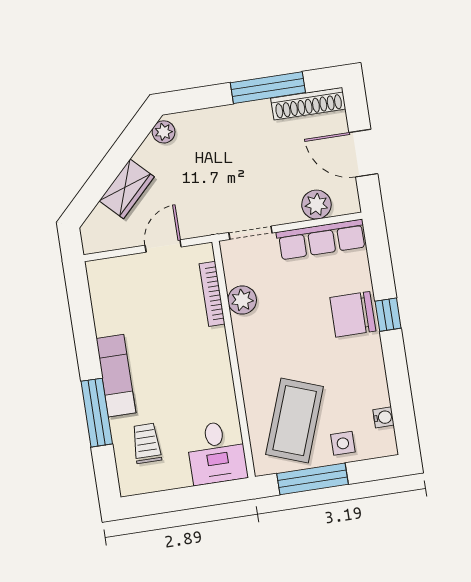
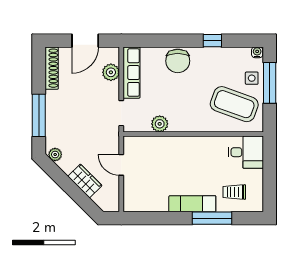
window: (268, 88) -> (39, 115), moved
bookcase: (212, 294) -> (153, 141), removed
window: (388, 315) -> (212, 41), moved
water cooler: (383, 417) -> (257, 52), moved
window: (312, 479) -> (270, 83), moved

